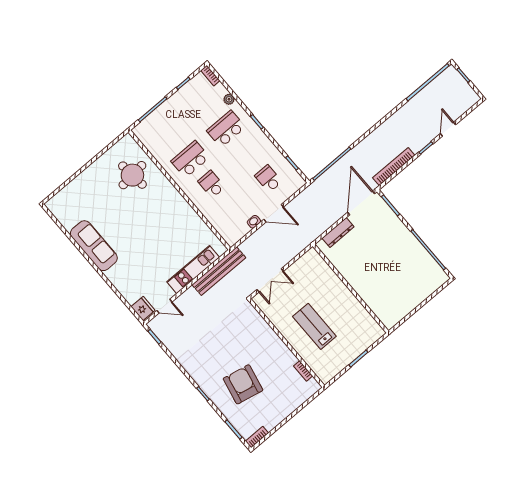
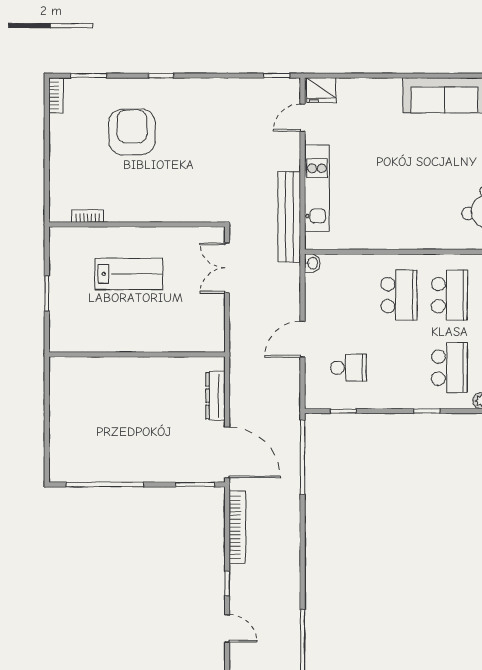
school desk: (211, 184) -> (399, 295), width x1.85
washbasin: (254, 222) -> (312, 263), moved
armchair: (243, 384) -> (132, 132), turned -102

